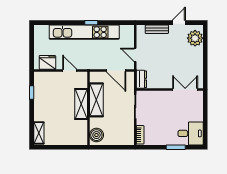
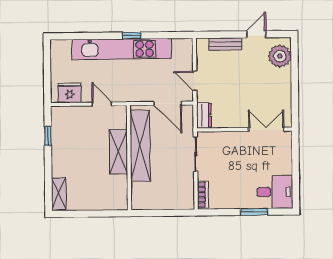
shelving: (96, 100) -> (140, 146), width x1.47
boiler: (96, 135) -> (141, 196), removed

